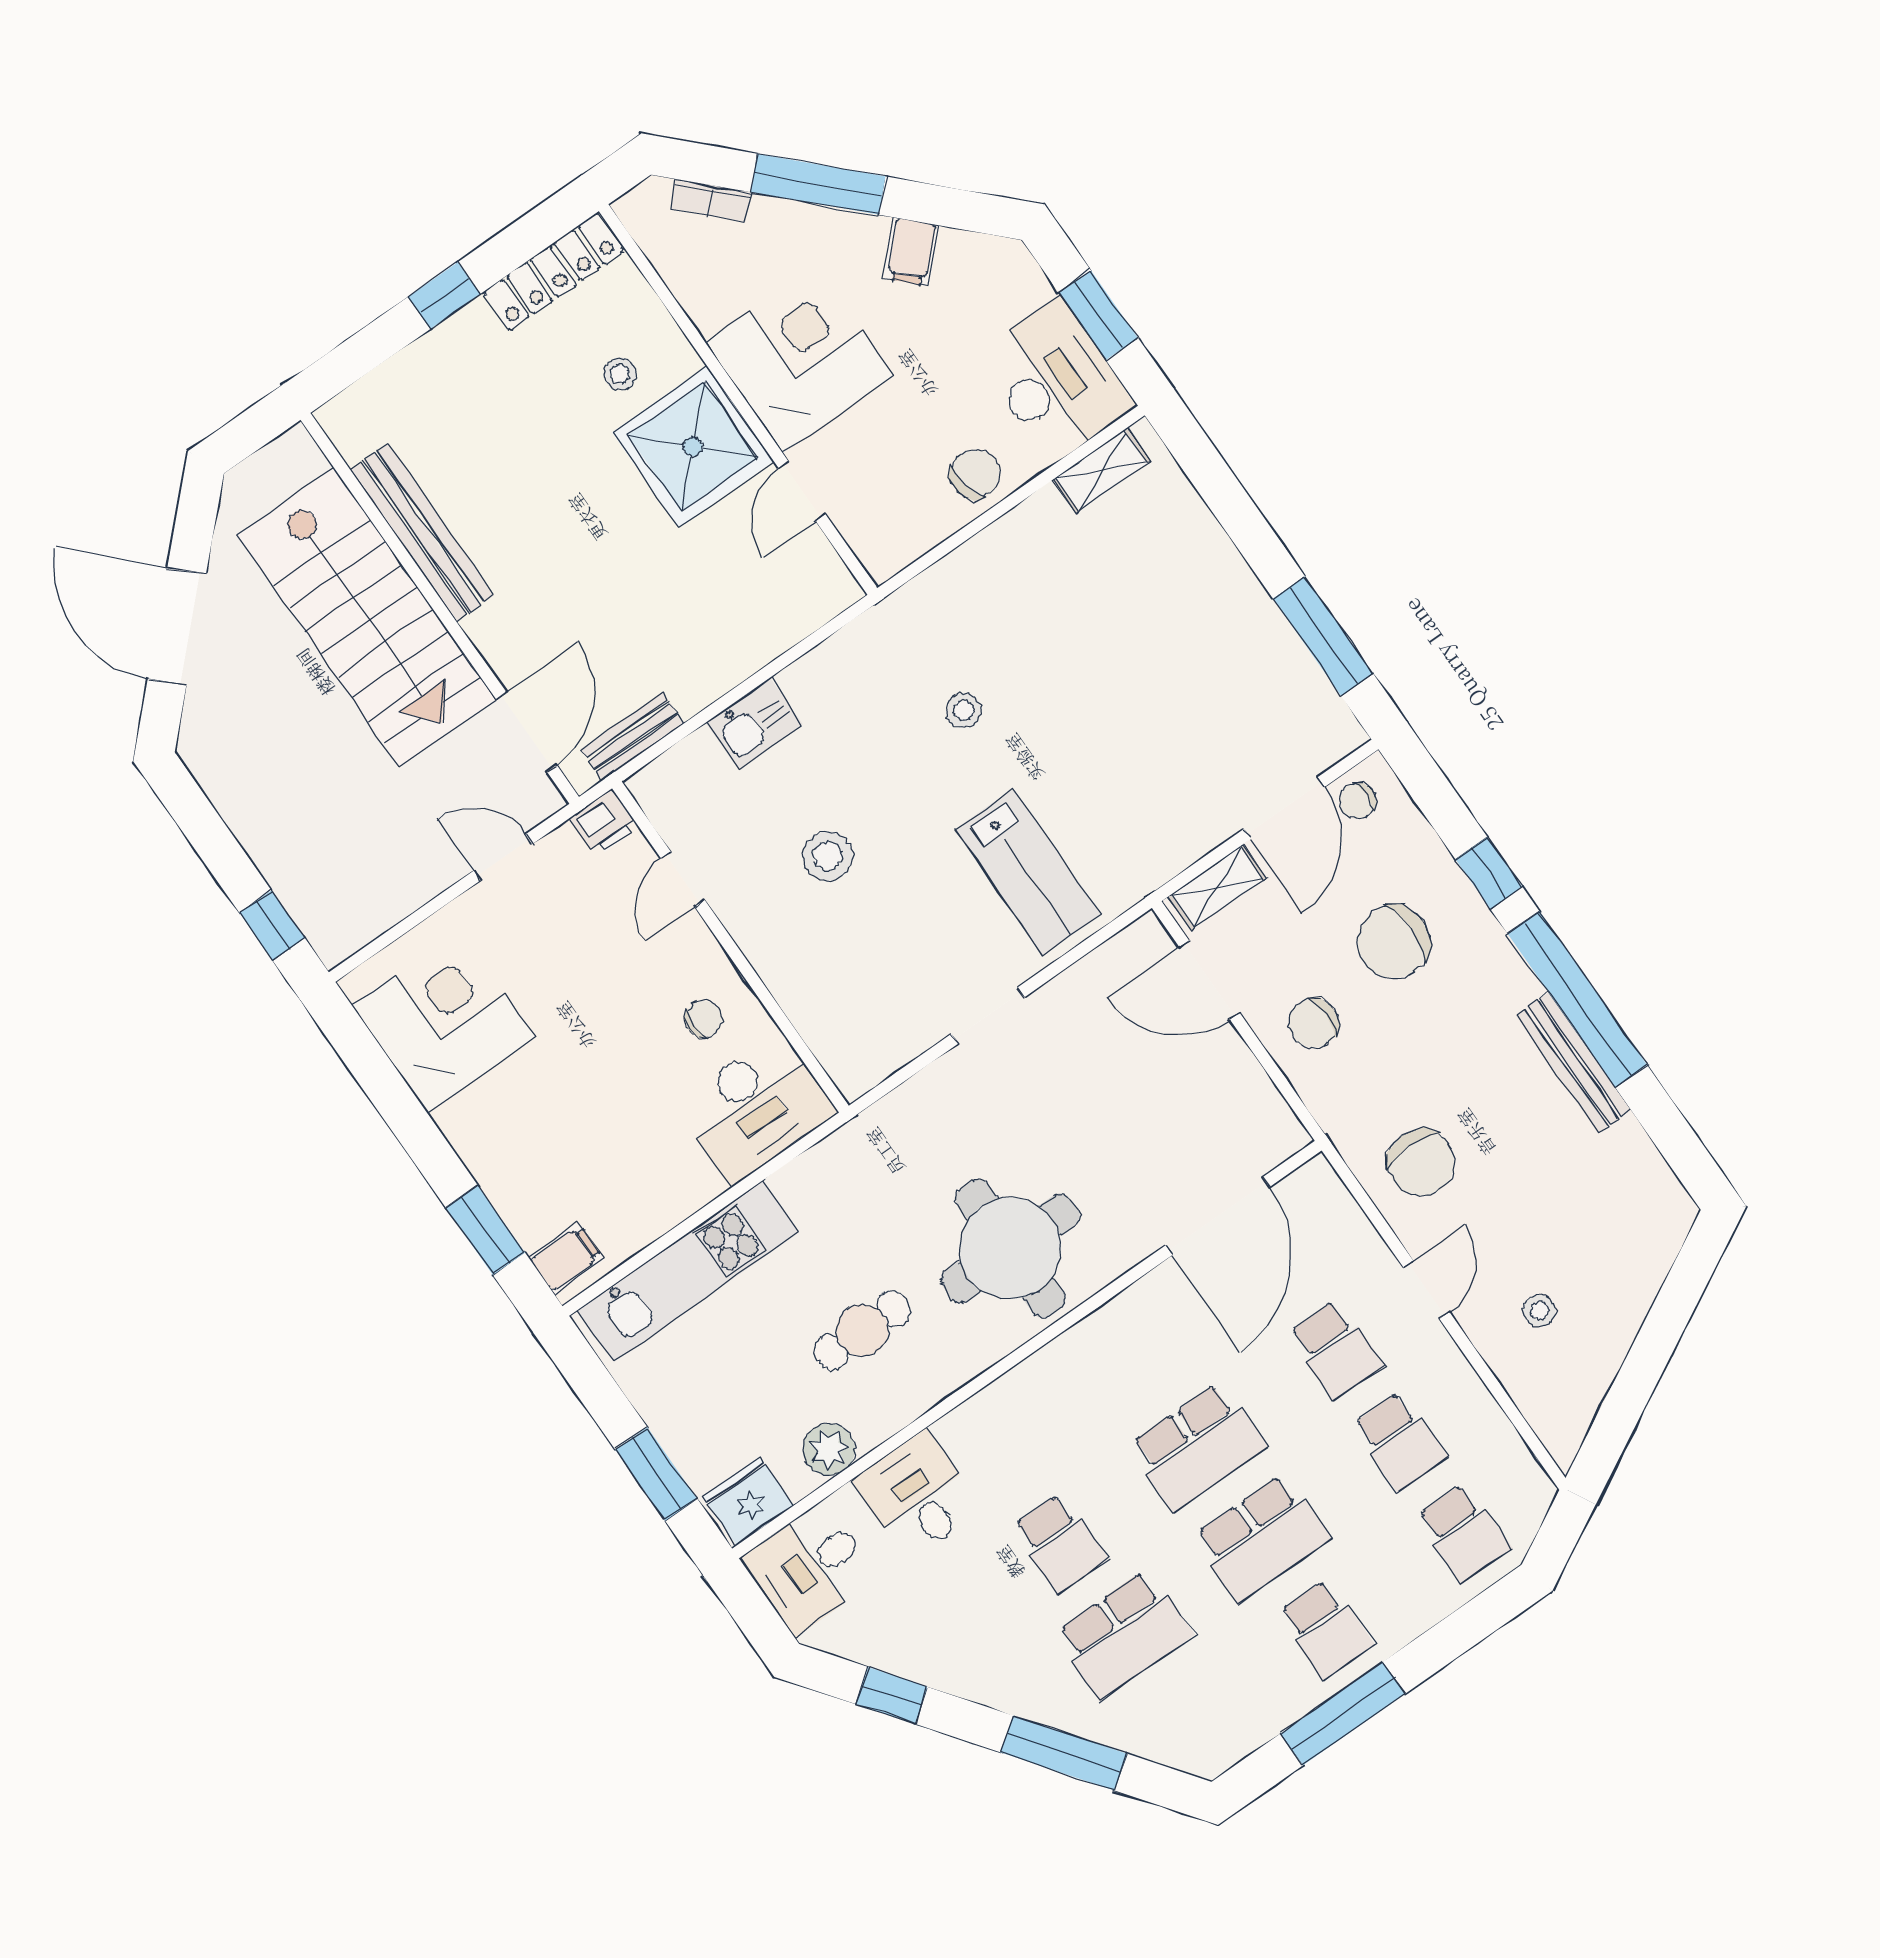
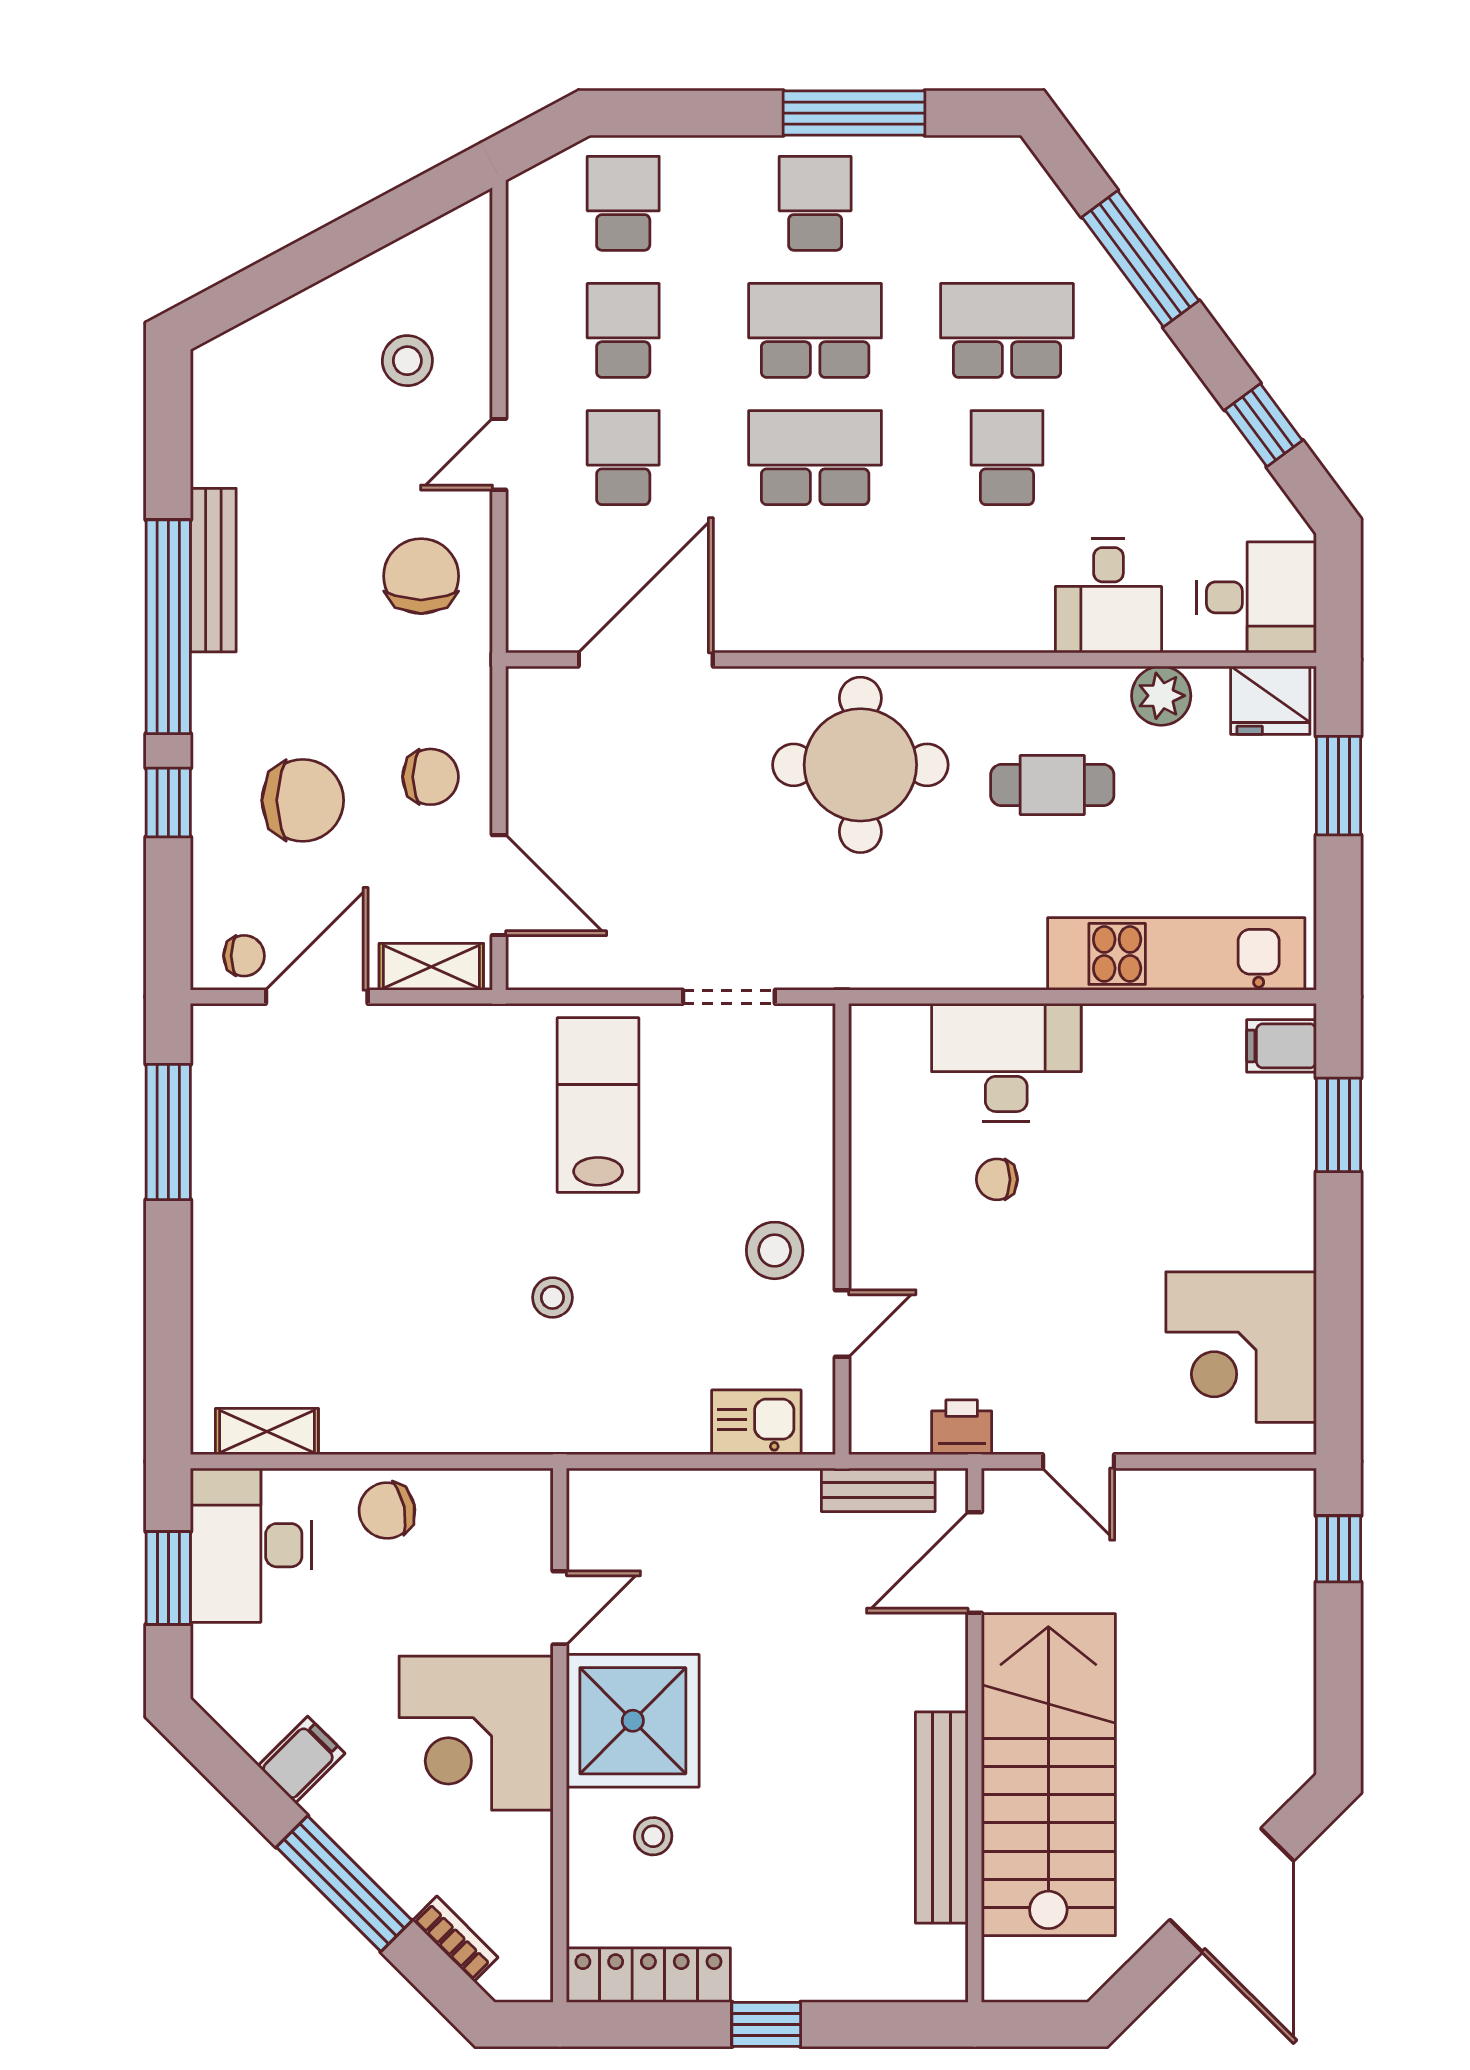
door: (683, 879) -> (842, 1324), moved
wall: (730, 947) -> (842, 1229), moved
stool: (1539, 1311) -> (407, 361), width x1.37, depth x1.37

